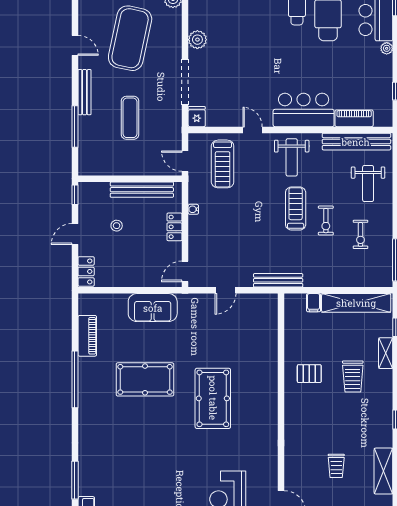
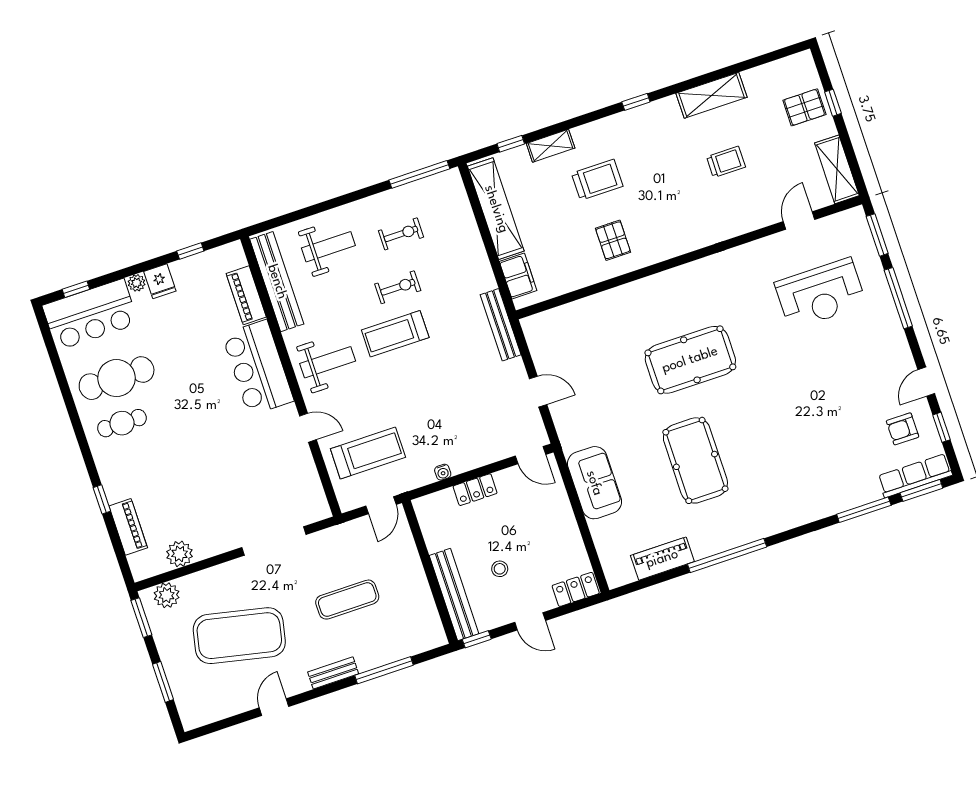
plant: (197, 40) -> (180, 554), moved
bench: (85, 92) -> (333, 673), width x0.73
fridge: (197, 117) -> (160, 281), moved, turned -90
door: (253, 130) -> (308, 428), swing flipped
bench: (142, 190) -> (454, 595), moved
filing cabinet: (314, 303) -> (518, 276), width x2.00

